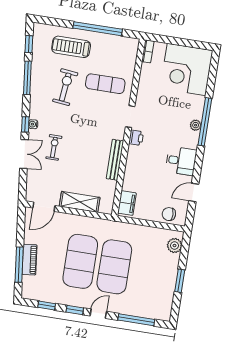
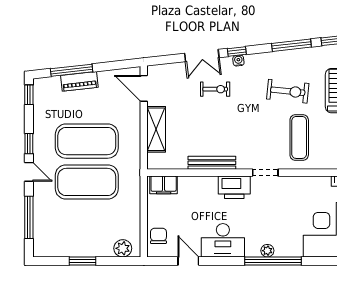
printer: (136, 138) -> (234, 187), width x1.87, depth x1.48
desk: (181, 161) -> (223, 240), width x1.37
window: (47, 306) -> (29, 95), moved

